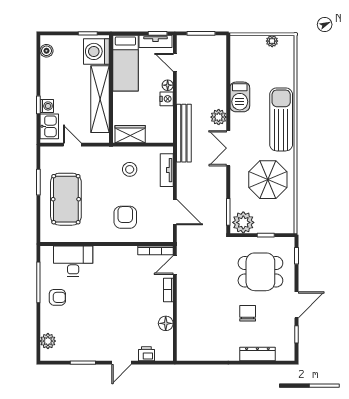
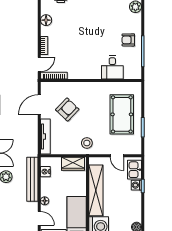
nightstand: (167, 99) -> (45, 172), moved
bench: (184, 133) -> (32, 179), moved
stool: (130, 169) -> (87, 143), moved
tv unit: (167, 170) -> (45, 136), width x1.41
door: (175, 212) -> (39, 105), hinge flipped
armchair: (125, 217) -> (67, 109), moved, turned -136
desk: (73, 261) -> (112, 67), width x0.73

